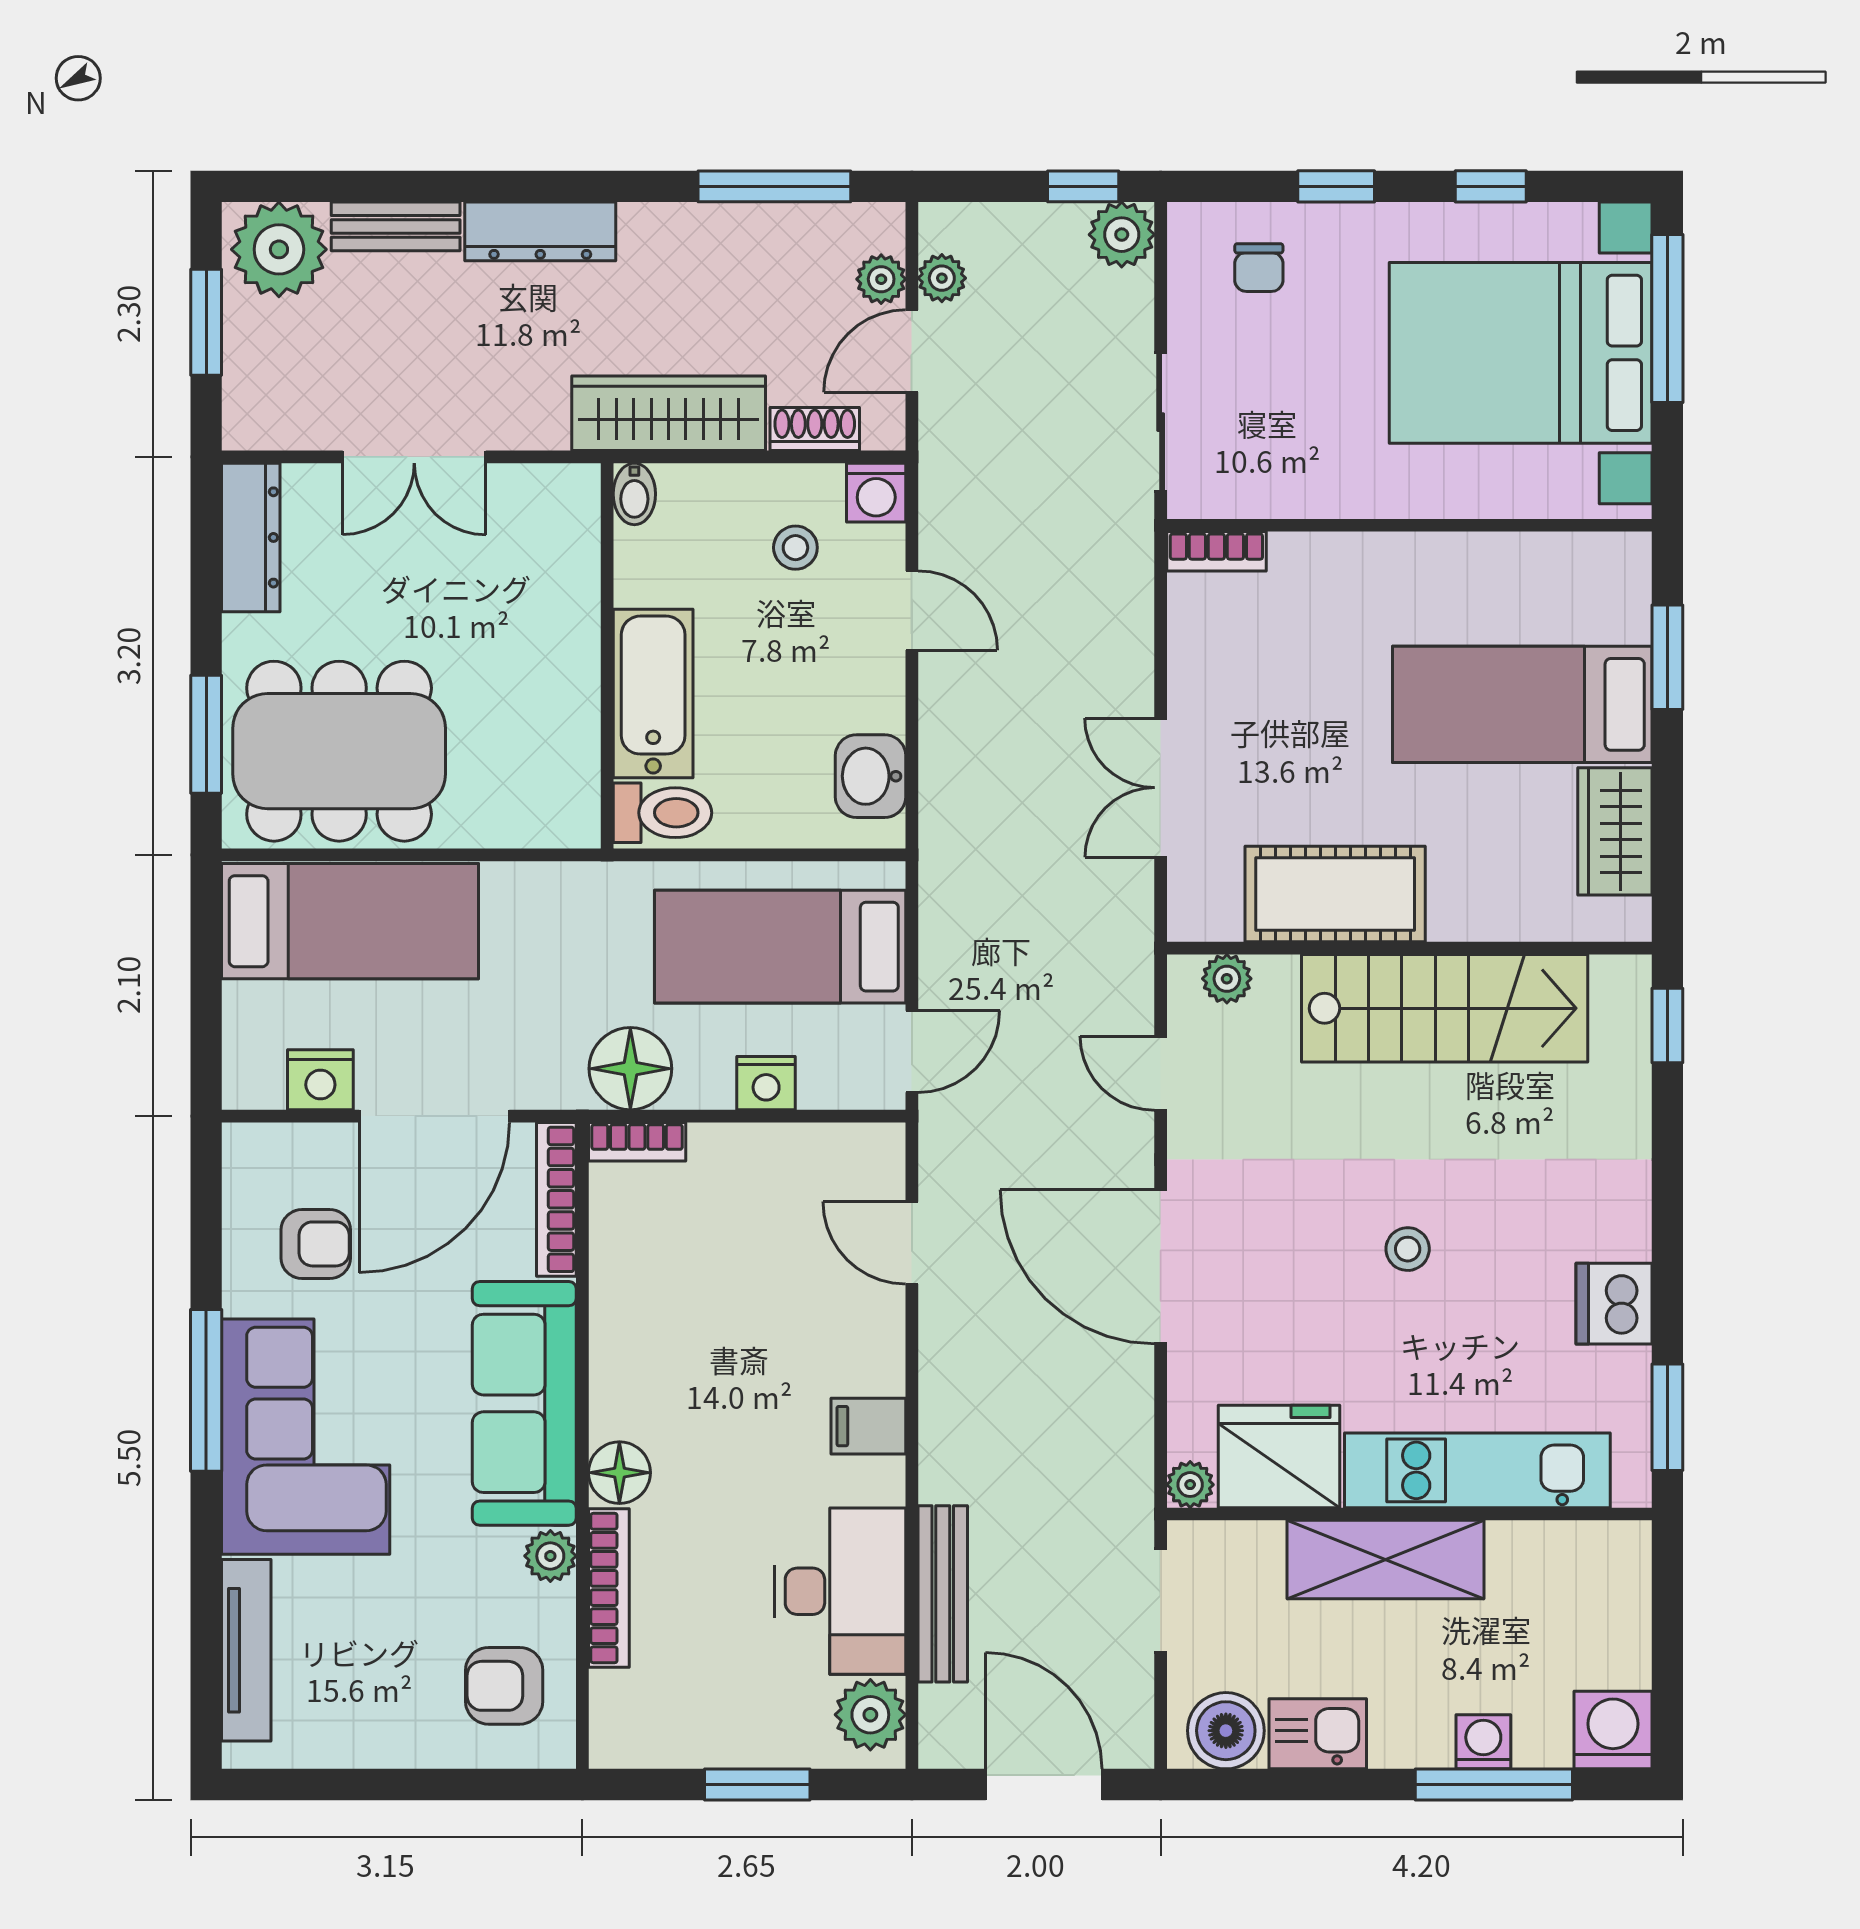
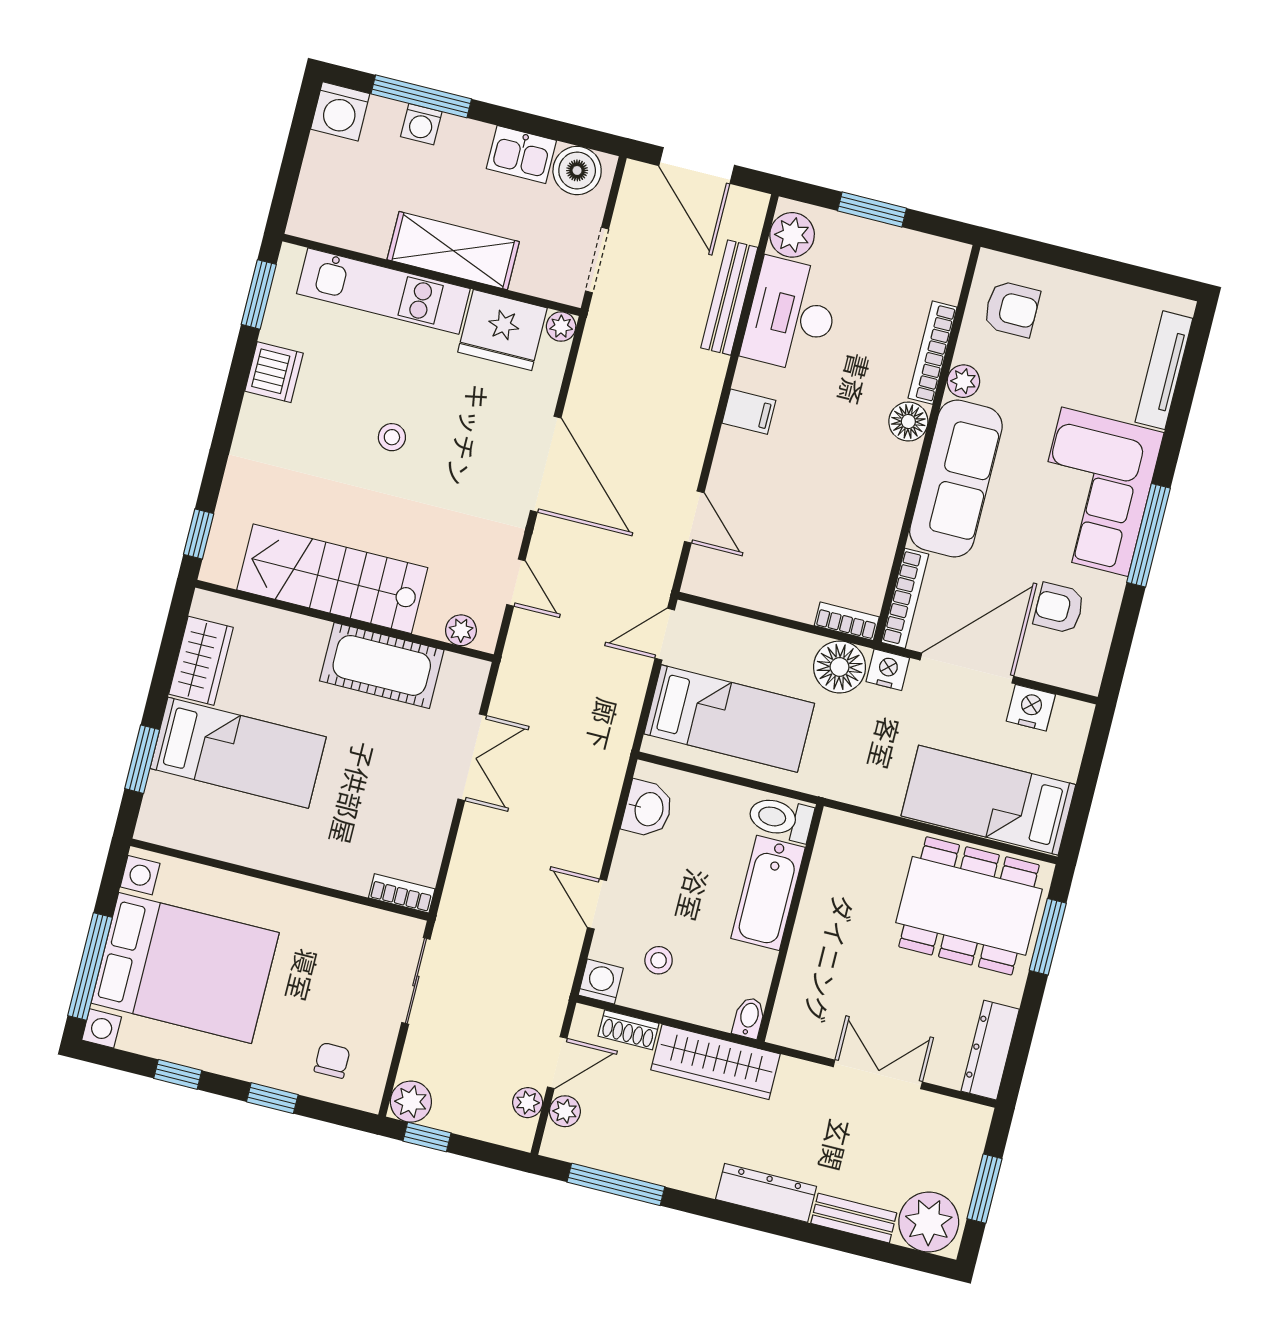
nightstand: (766, 1083) -> (888, 670), moved

